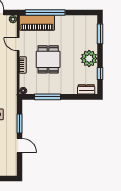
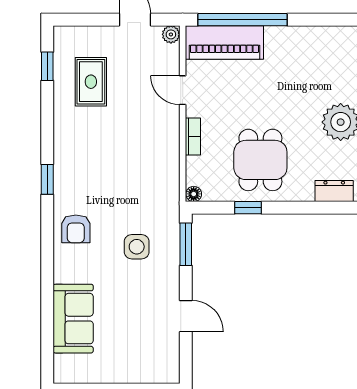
dining table: (48, 59) -> (260, 160), moved
window: (48, 97) -> (248, 208), width x0.46
window: (20, 123) -> (186, 244), moved

